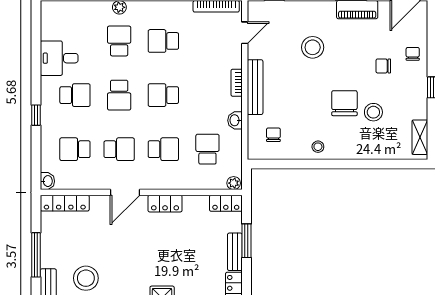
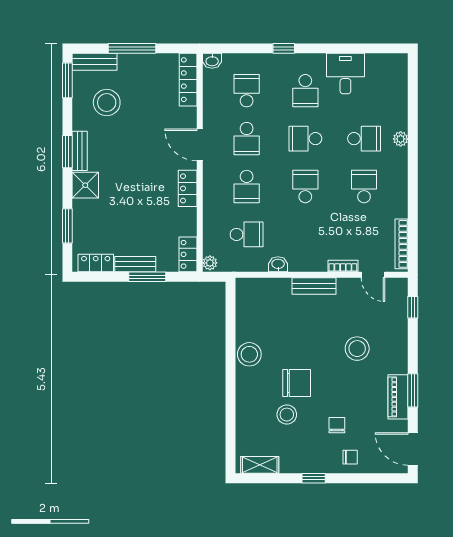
bookcase: (237, 83) -> (343, 266), moved
bench: (255, 87) -> (314, 286), width x0.73
chair: (273, 135) -> (262, 306), removed
stool: (318, 147) -> (249, 354), width x1.89, depth x1.89

